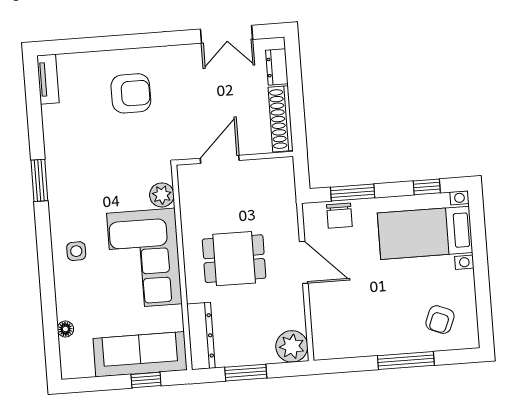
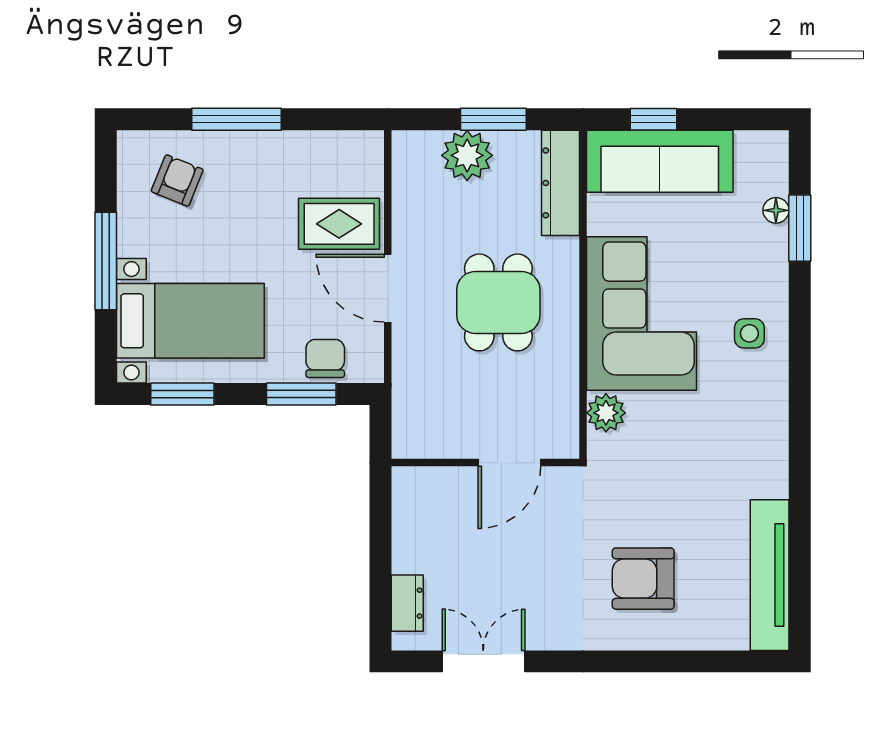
tv unit: (48, 79) -> (770, 575), width x1.92, depth x1.29
shoe rack: (281, 119) -> (407, 520), removed
window: (39, 180) -> (800, 228), moved
window: (427, 187) -> (182, 394), width x1.50
dining table: (234, 259) -> (498, 302), turned 90
window: (481, 266) -> (106, 261), added
rug: (337, 300) -> (339, 224), added
plant: (292, 346) -> (467, 155), moved

